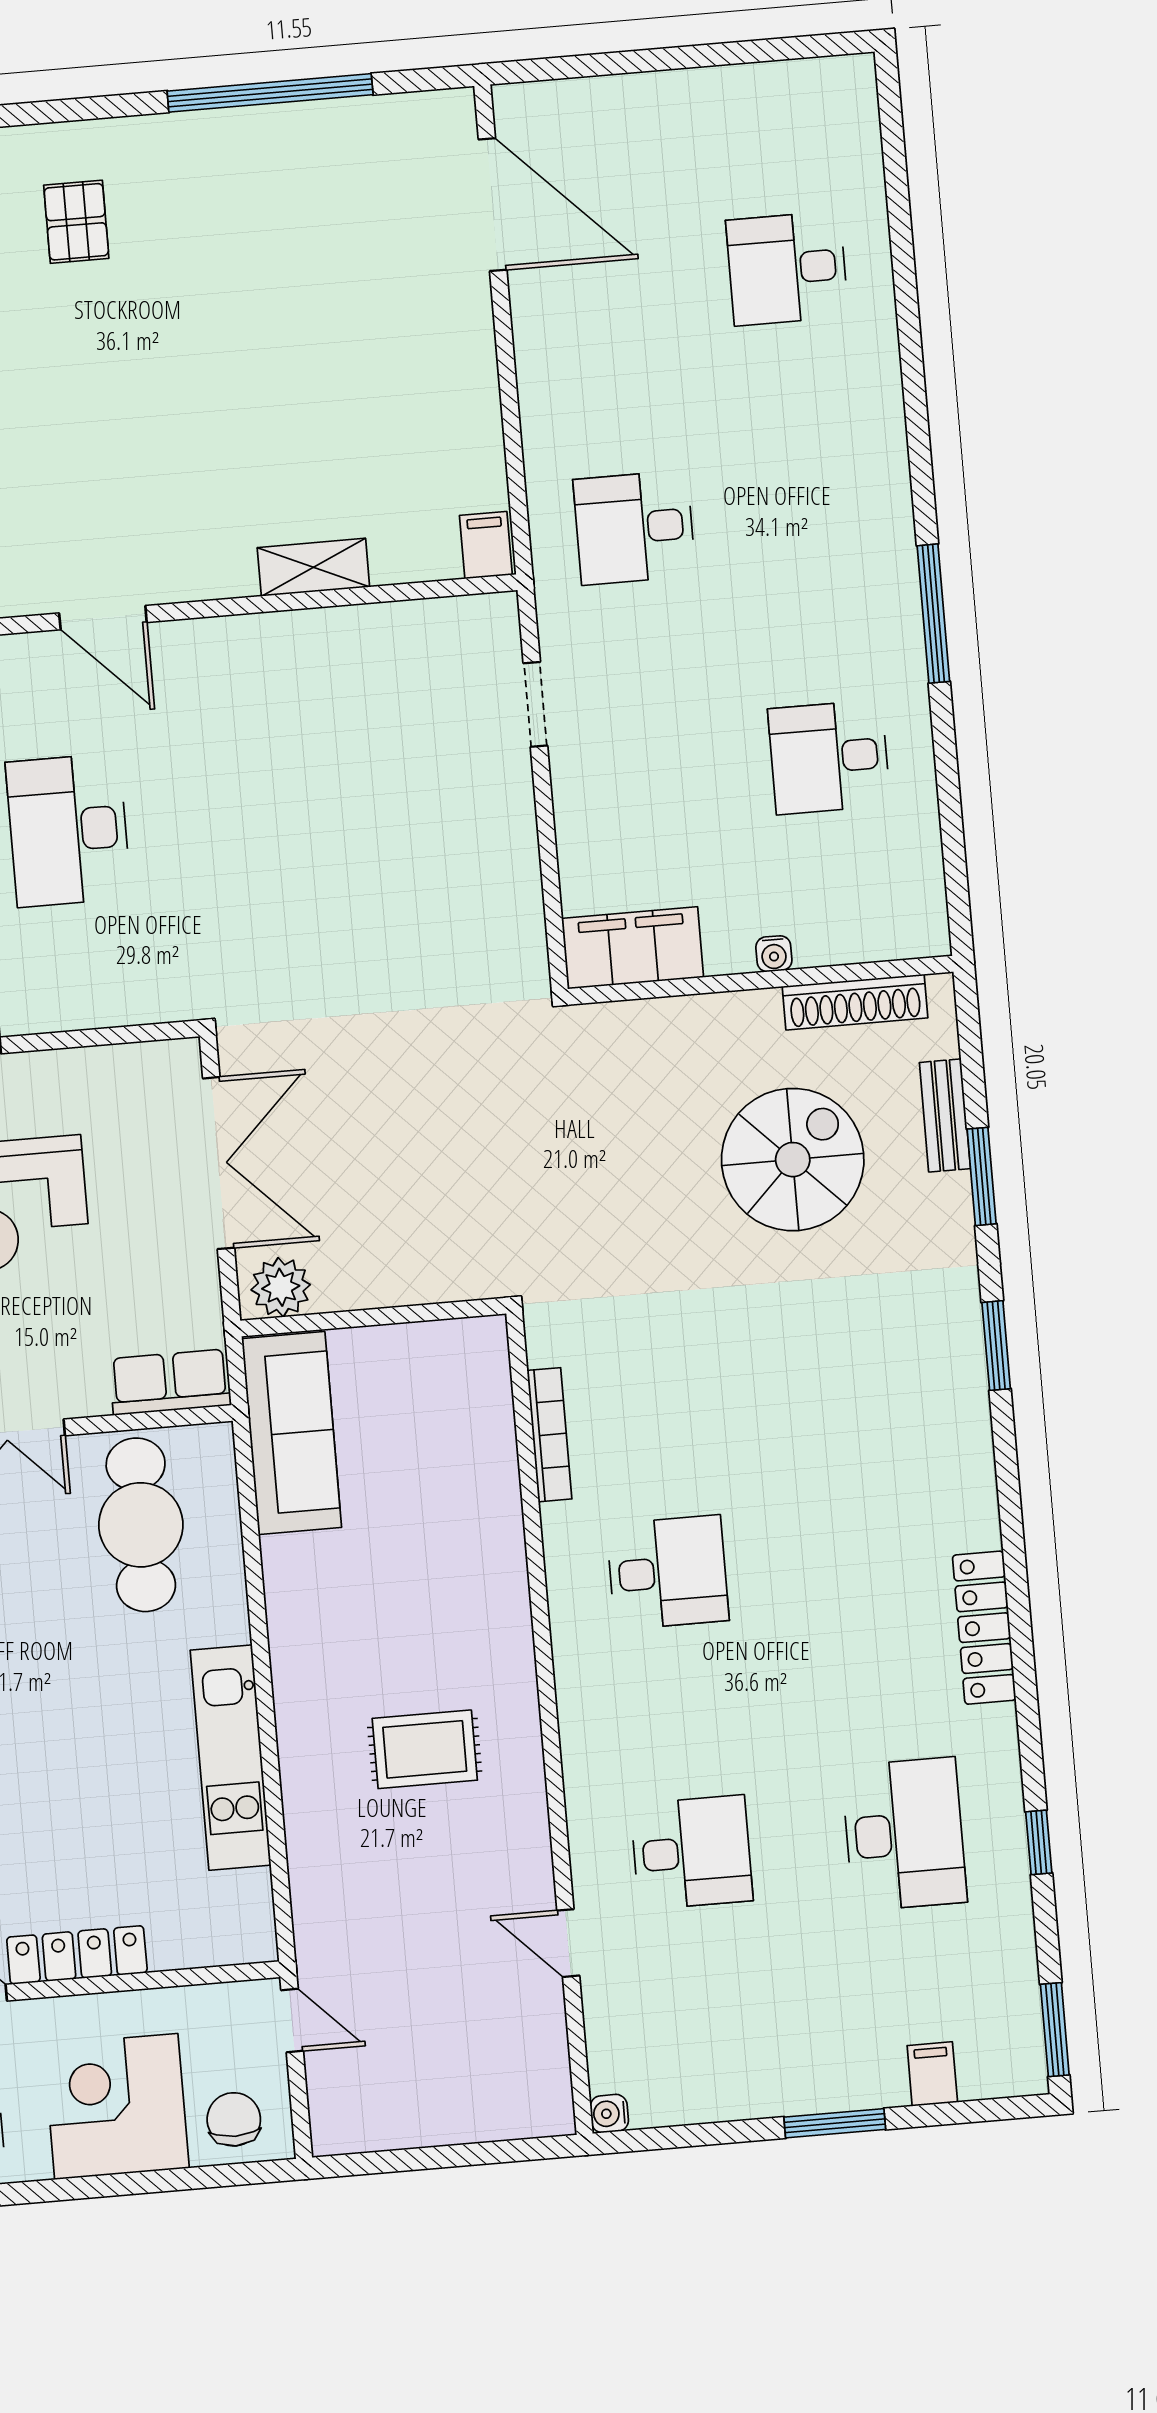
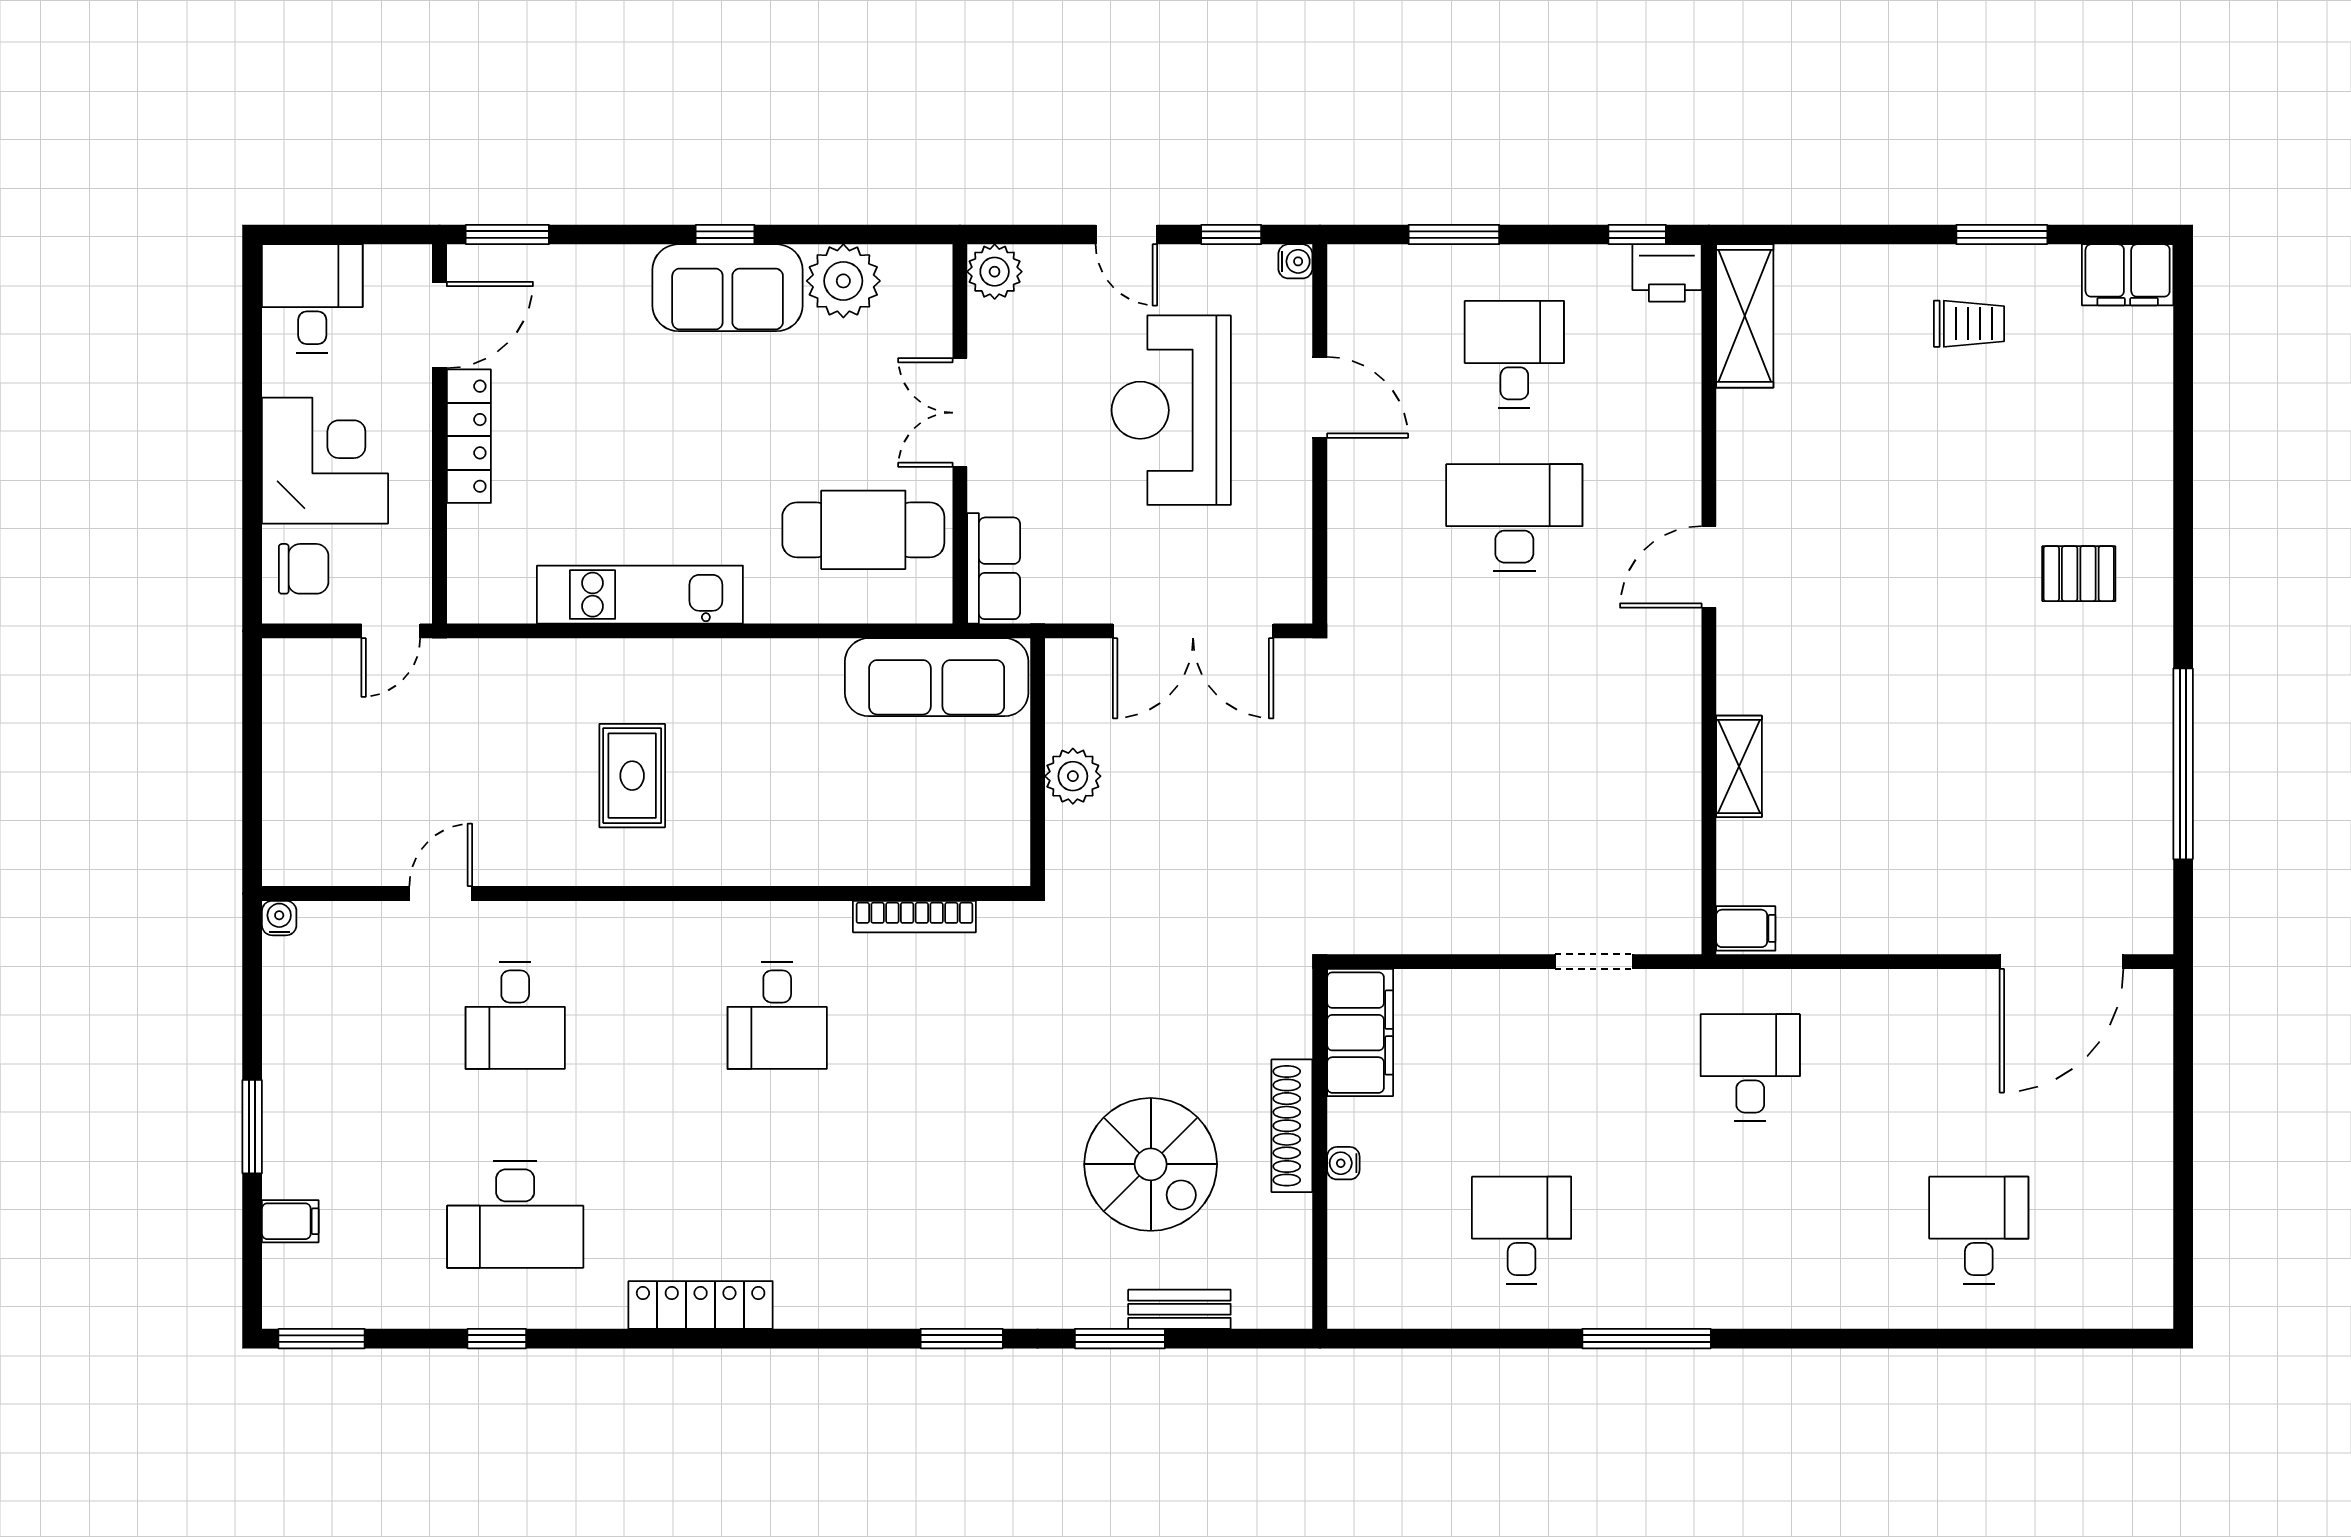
shoe rack: (855, 1002) -> (1292, 1126), moved
plant: (281, 1287) -> (1073, 776), moved

